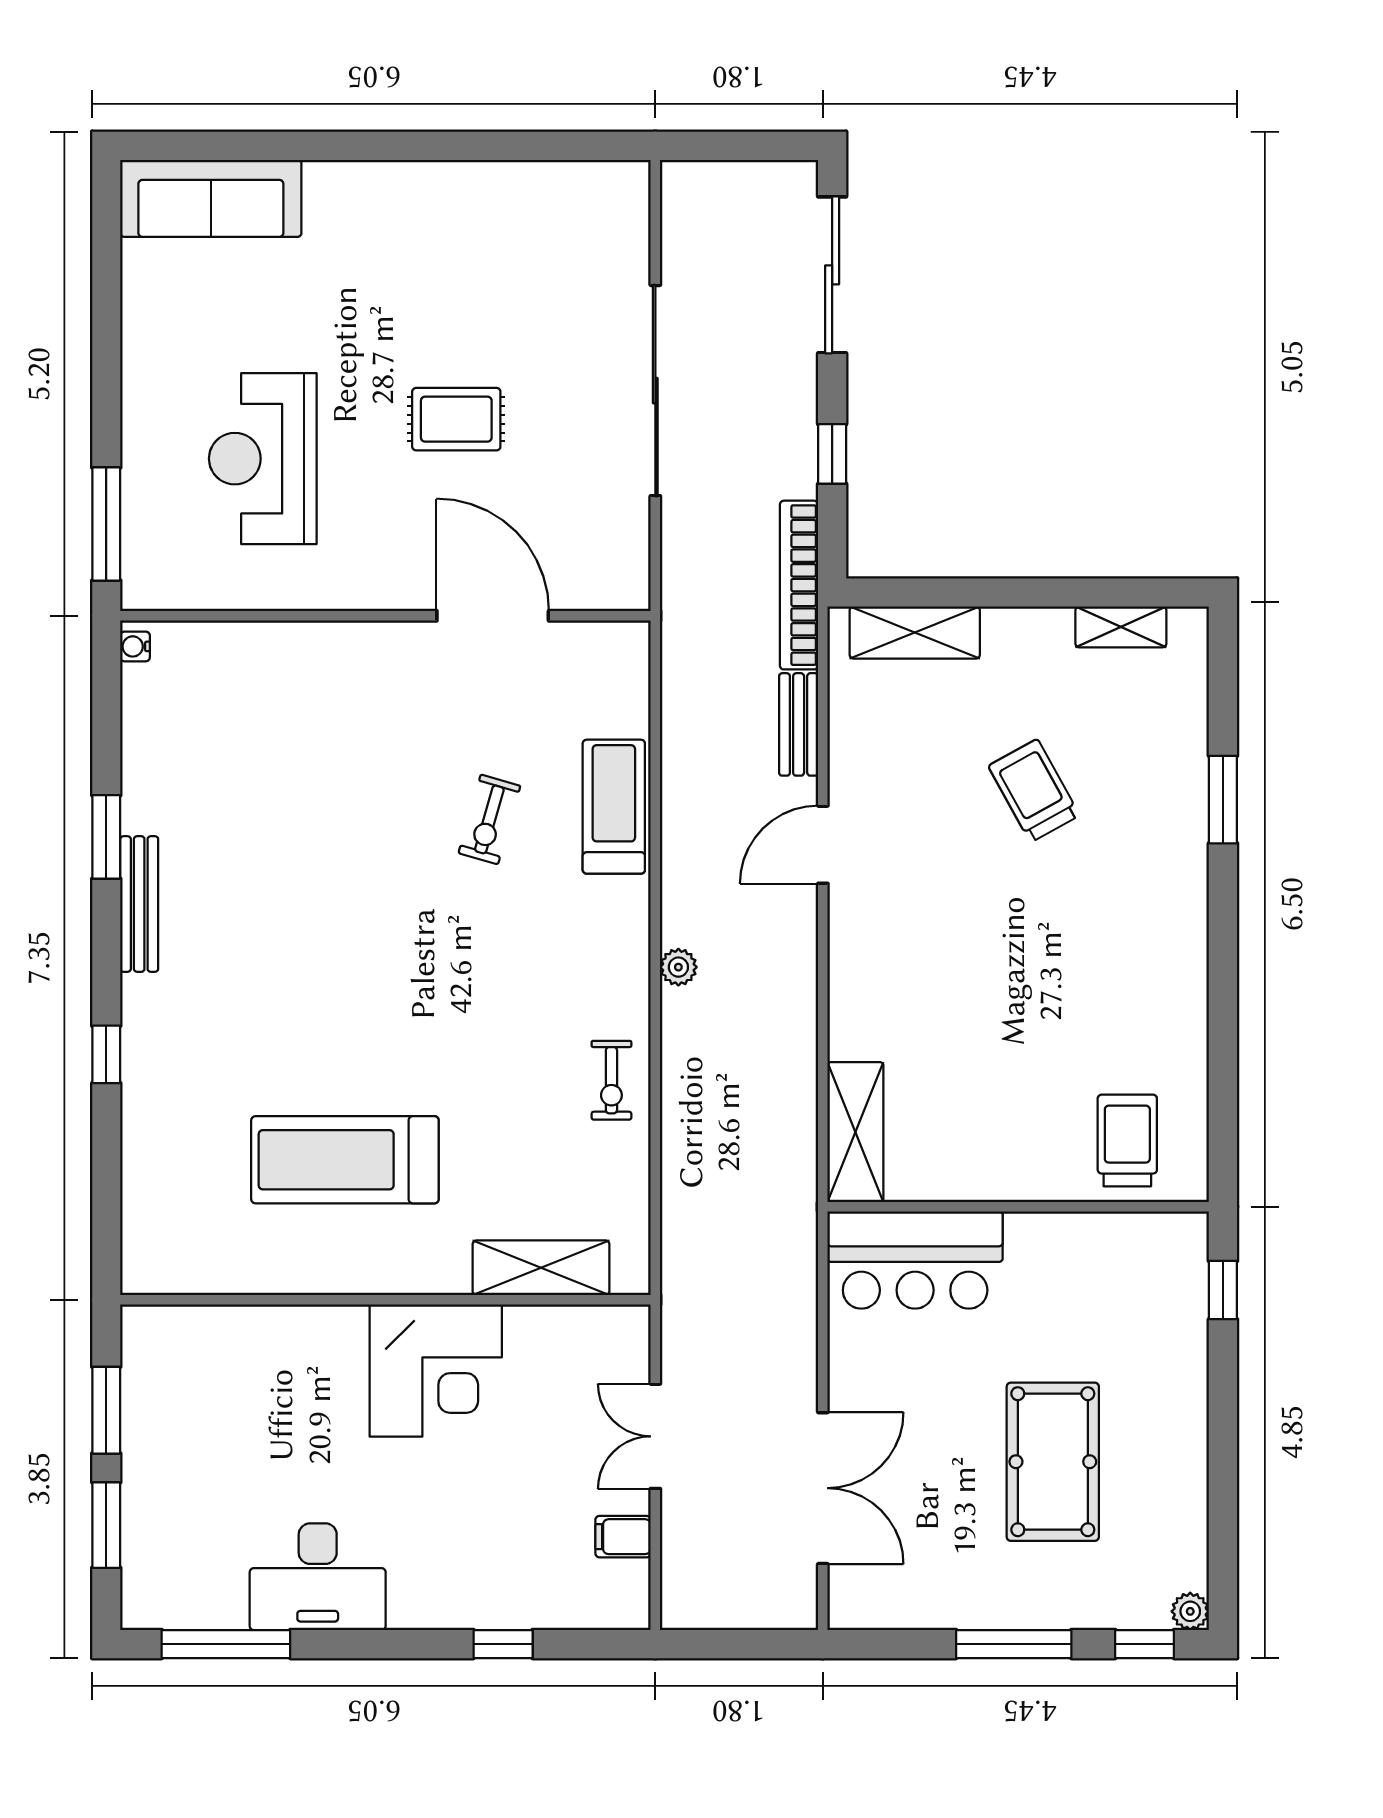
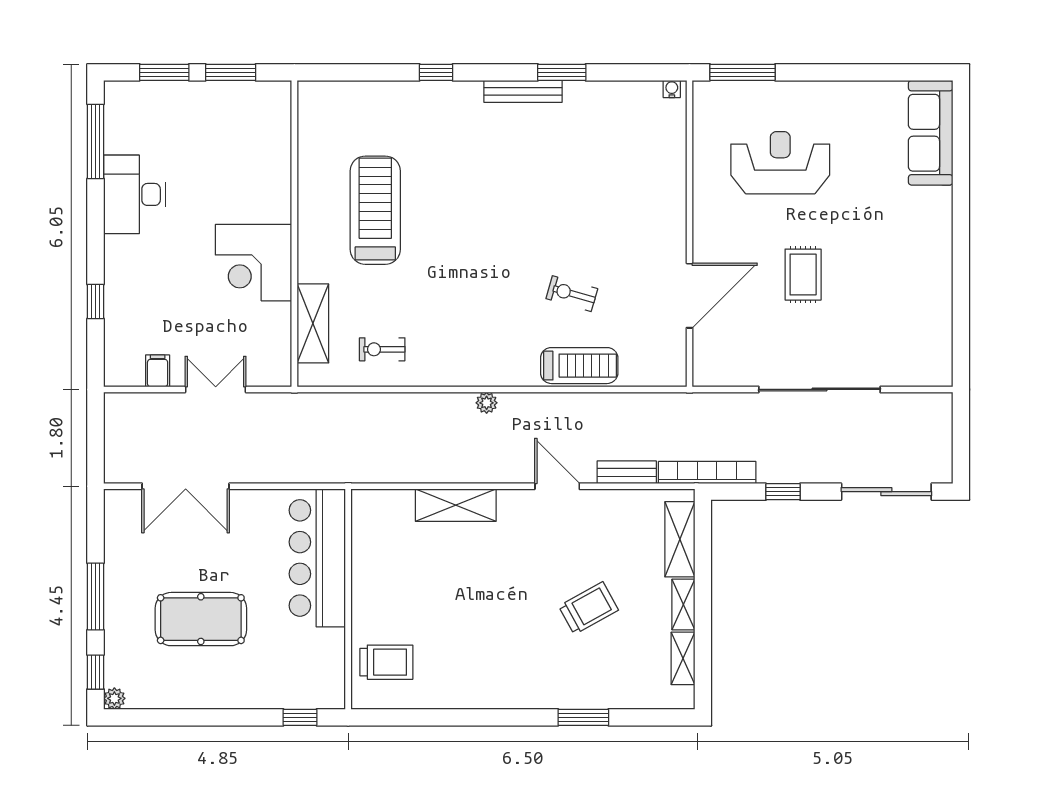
shelving: (1028, 626) -> (683, 605), added
exercise bike: (611, 1080) -> (382, 349), moved
shelving: (855, 1132) -> (456, 505), moved
bar counter: (915, 1260) -> (317, 558), width x1.36

